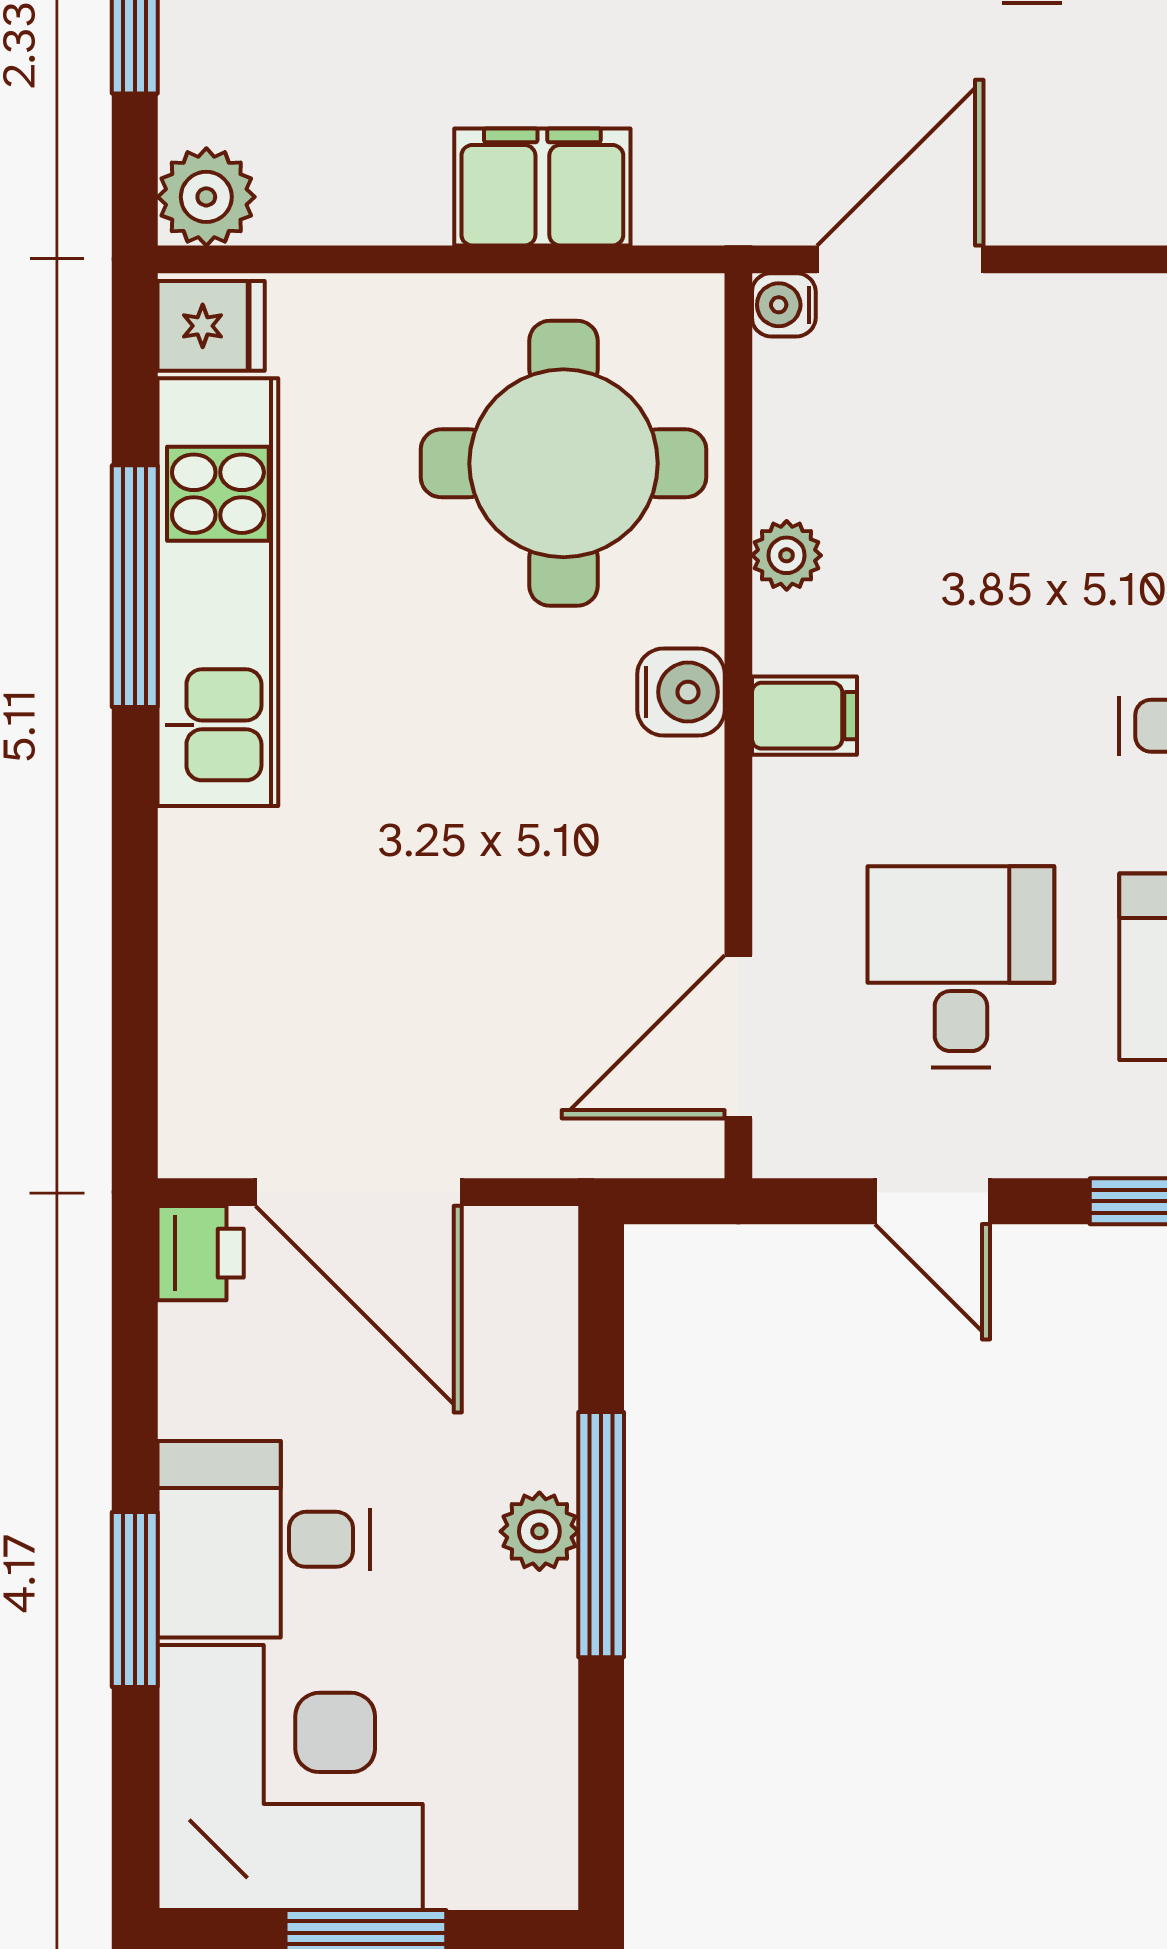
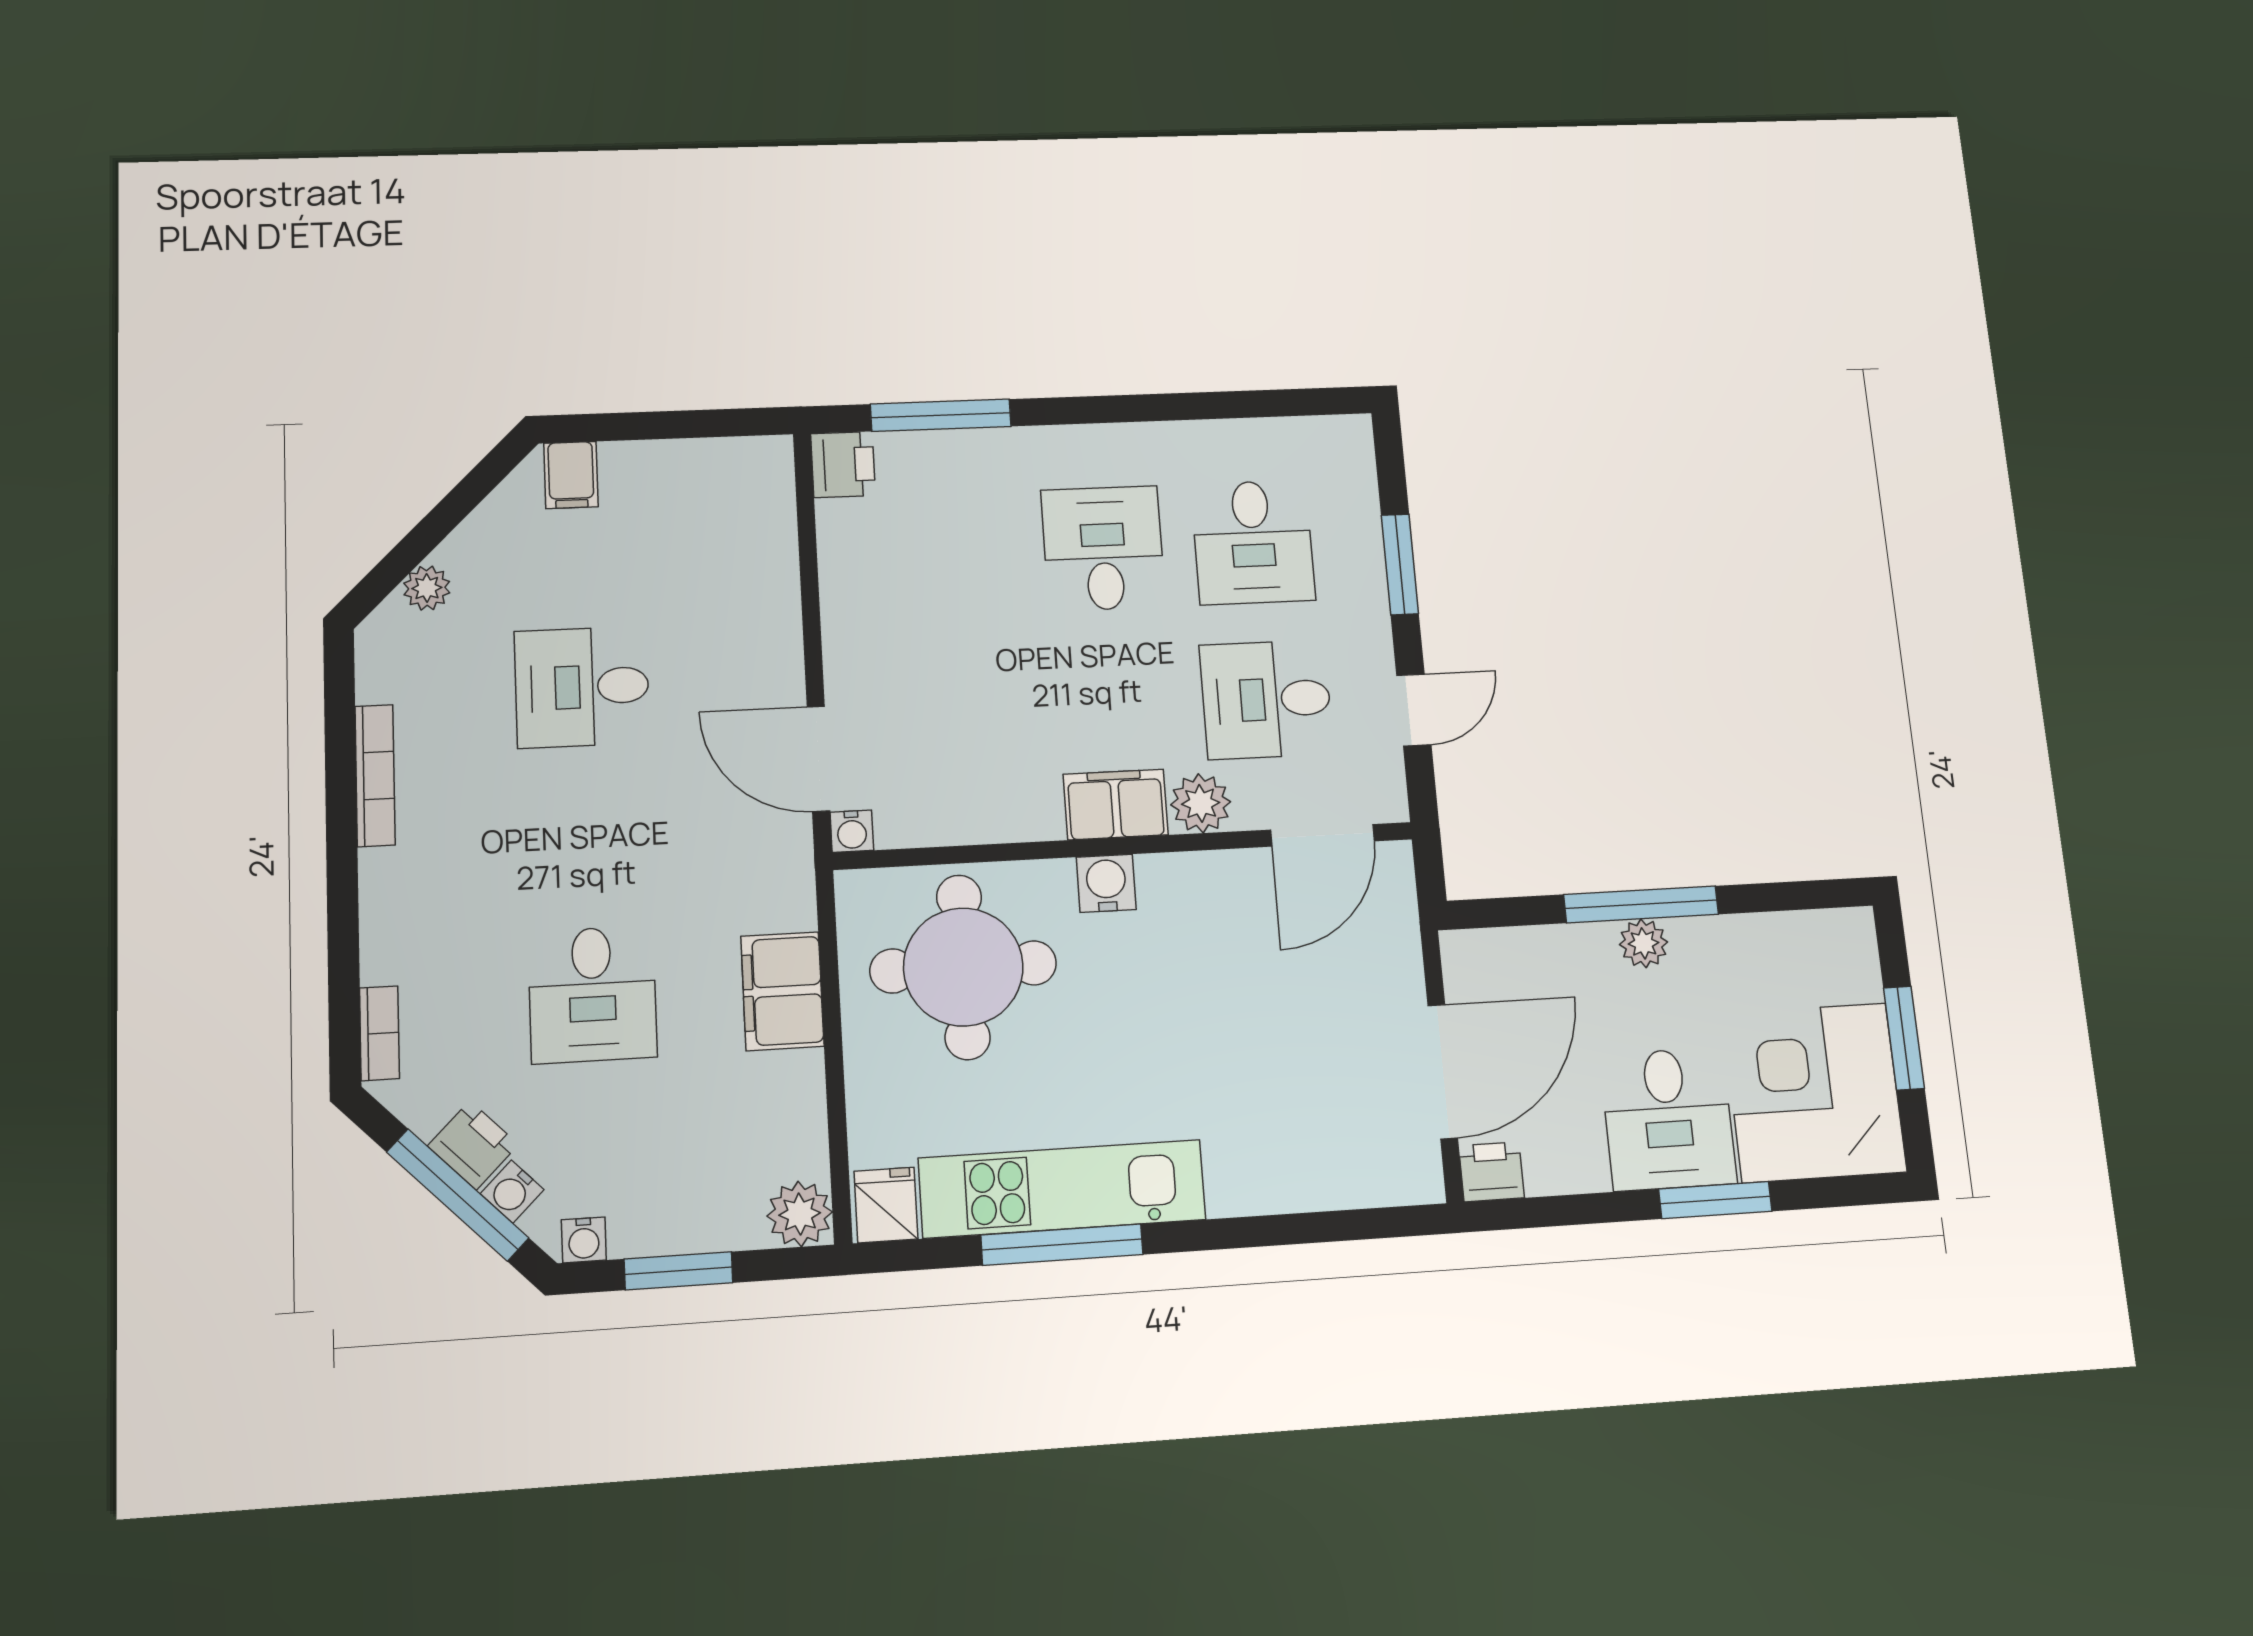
plant: (787, 555) -> (1201, 803), moved, width x1.38, depth x1.38
filing cabinet: (804, 716) -> (1116, 804), width x2.00
door: (738, 1037) -> (1322, 835), hinge flipped

